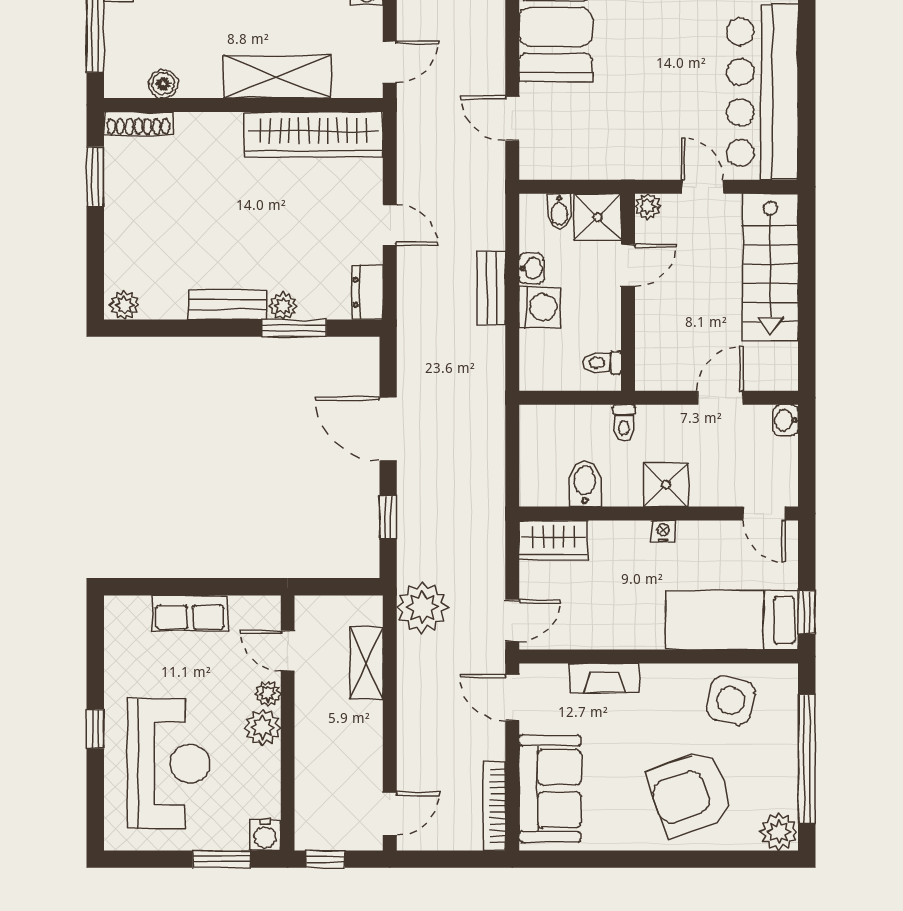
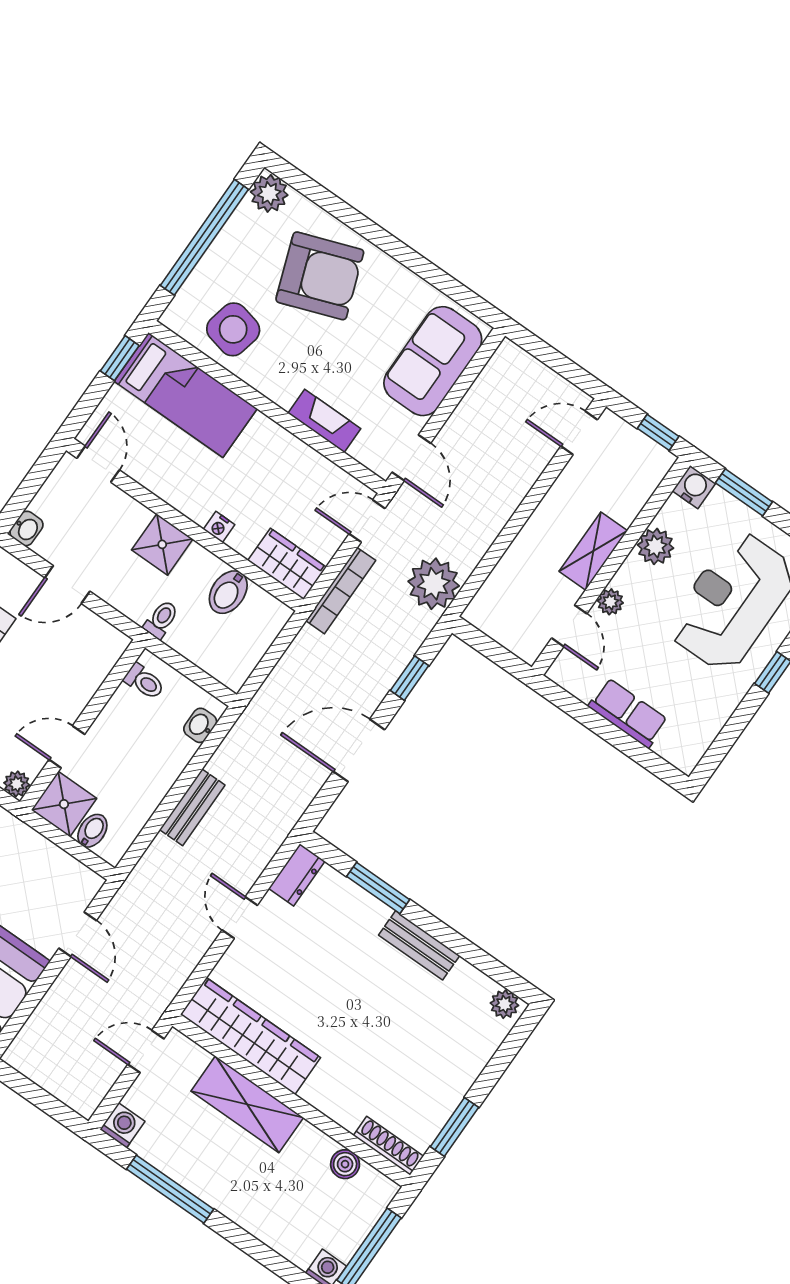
washbasin: (532, 268) -> (200, 725), moved
plant: (283, 306) -> (374, 912), removed
washing machine: (540, 307) -> (164, 763), removed
door: (388, 429) -> (359, 750), swing flipped
nightstand: (663, 531) -> (219, 527), moved
shelving: (367, 663) -> (593, 551), moved
plant: (263, 727) -> (656, 546), moved
bookcase: (494, 806) -> (341, 591), moved

